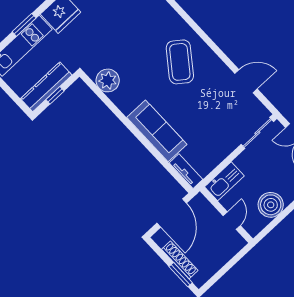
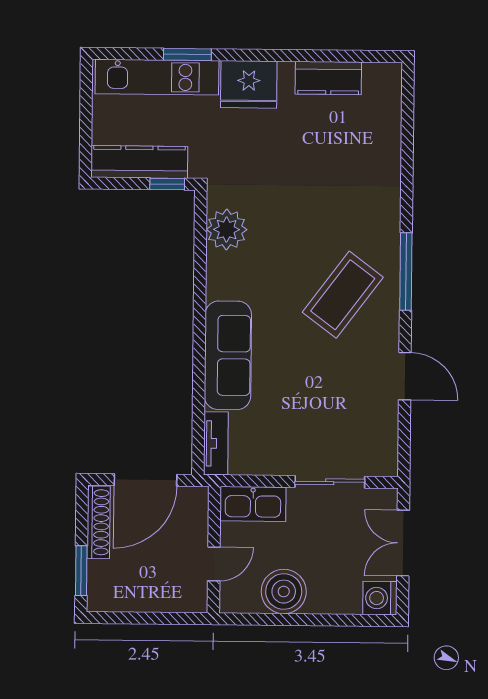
window: (196, 28) -> (406, 271), added
door: (246, 81) -> (405, 376), moved
window: (55, 95) -> (167, 184), moved
sliding door: (257, 133) -> (330, 482), moved
shoe rack: (180, 260) -> (98, 522), moved

